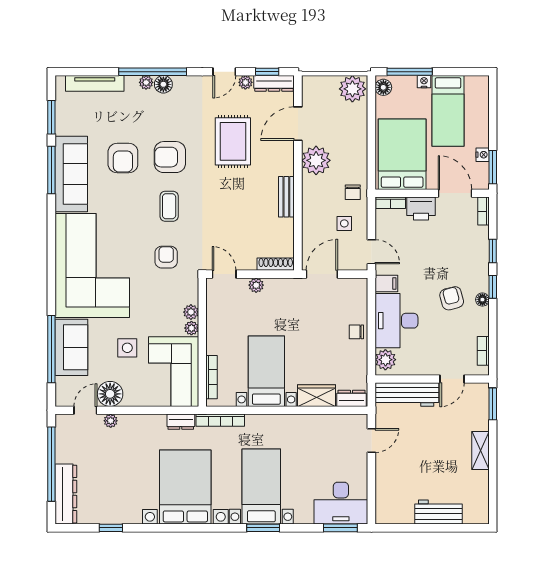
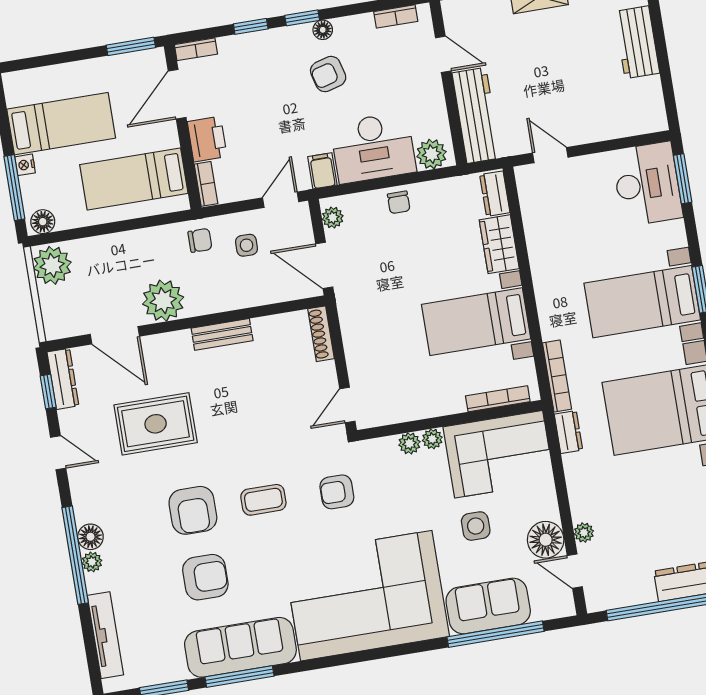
plant: (245, 82) -> (68, 420), removed
bed: (402, 154) -> (134, 179), width x0.67
nightstand: (483, 155) -> (115, 64), removed
plant: (256, 285) -> (333, 218), moved

